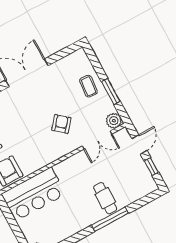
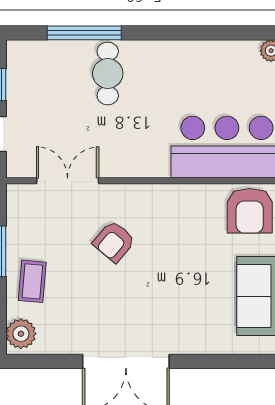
plant: (114, 121) -> (21, 334), moved
window: (110, 219) -> (84, 33), moved

